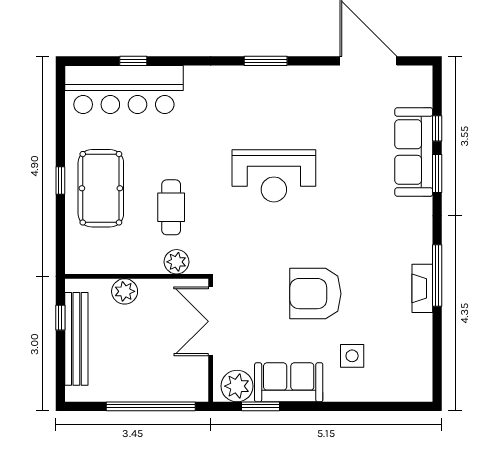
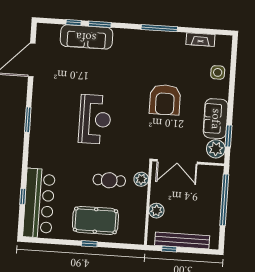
fireplace: (422, 288) -> (200, 40), moved
side table: (352, 356) -> (218, 72), moved

